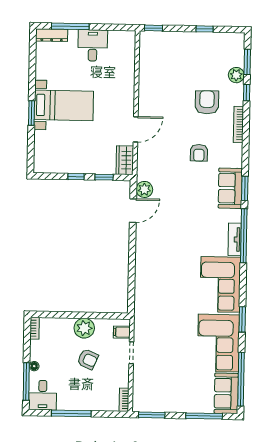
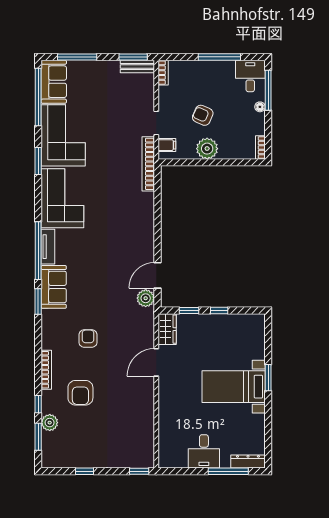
sofa: (230, 188) -> (54, 287), moved
bookcase: (140, 315) -> (148, 164), added
bench: (148, 406) -> (137, 67), added

